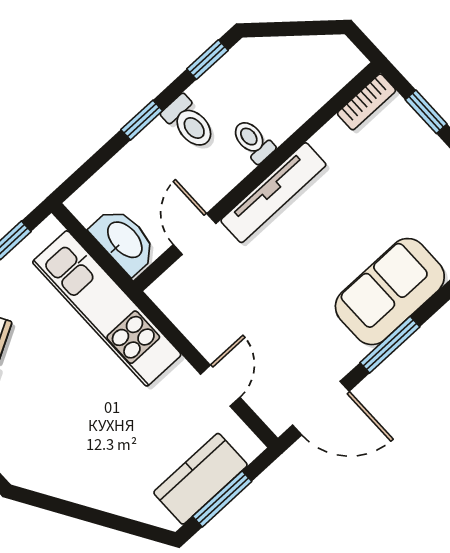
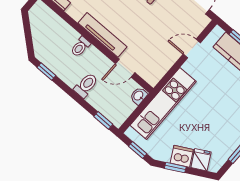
window: (142, 120) -> (103, 120), moved
toilet: (189, 123) -> (86, 85), moved
washbasin: (124, 241) -> (139, 96), width x0.52, depth x0.69

